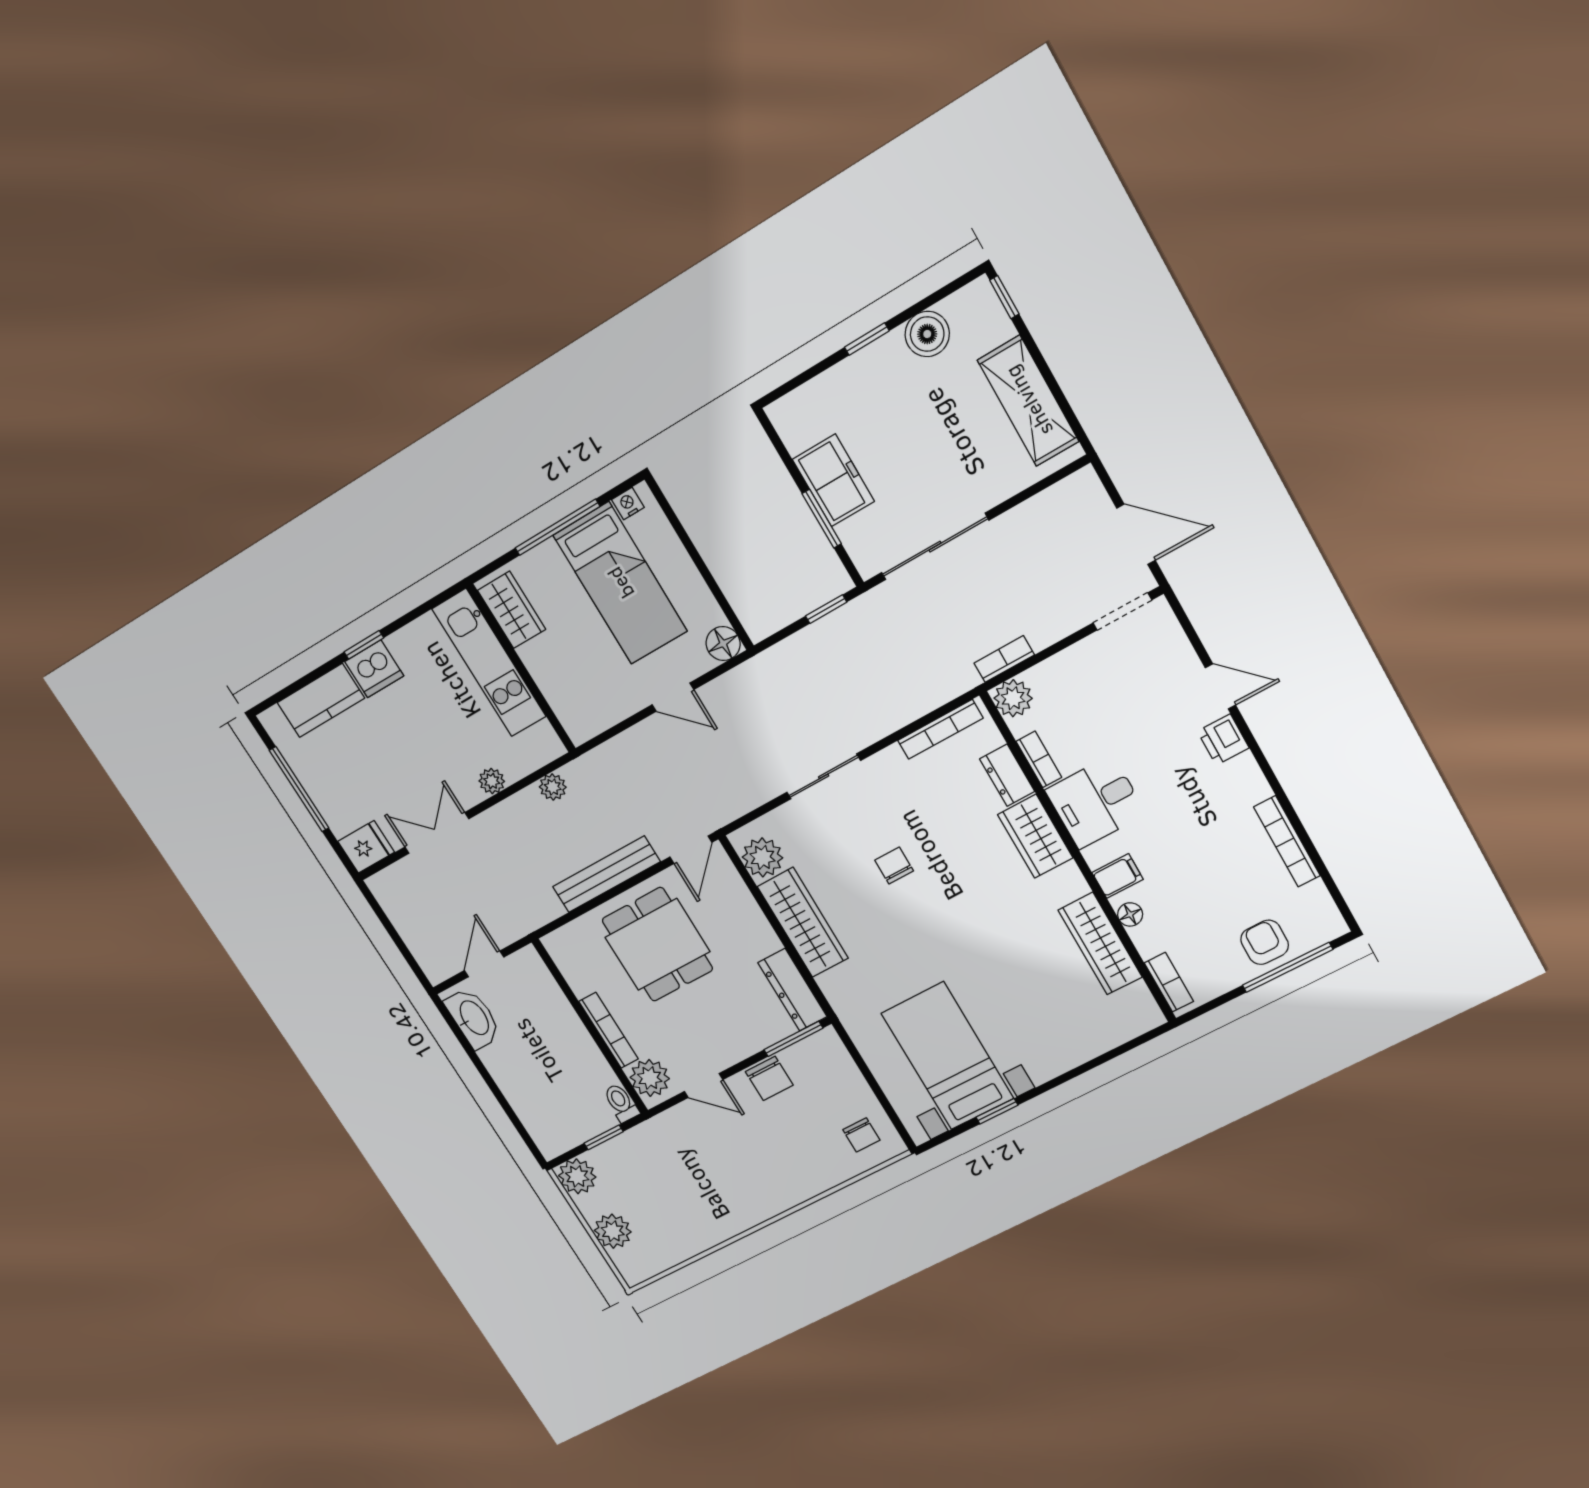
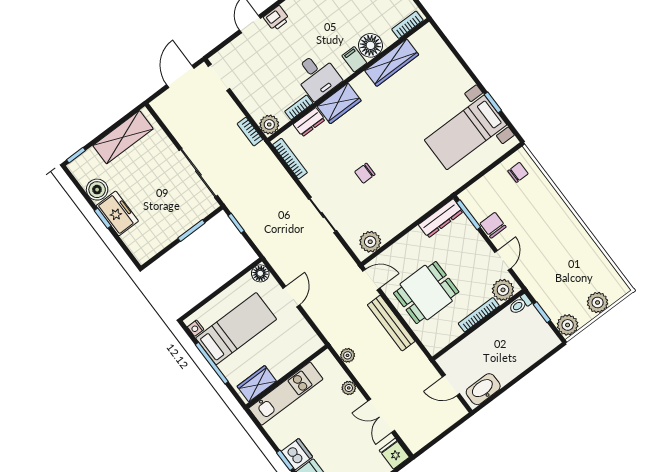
freezer: (833, 480) -> (117, 213), moved, turned 90
floor lamp: (1130, 914) -> (370, 45), width x1.89, depth x1.89
wardrobe: (803, 922) -> (403, 217), removed
chair: (769, 1078) -> (493, 225), turned -90

